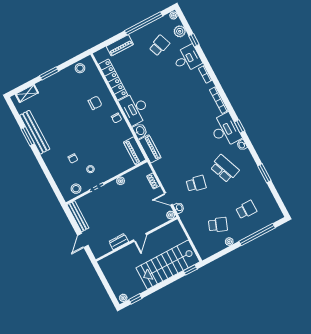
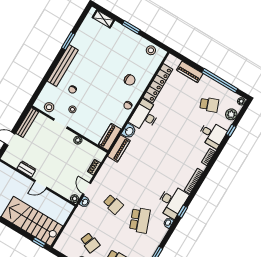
bench: (35, 132) -> (63, 65), moved

